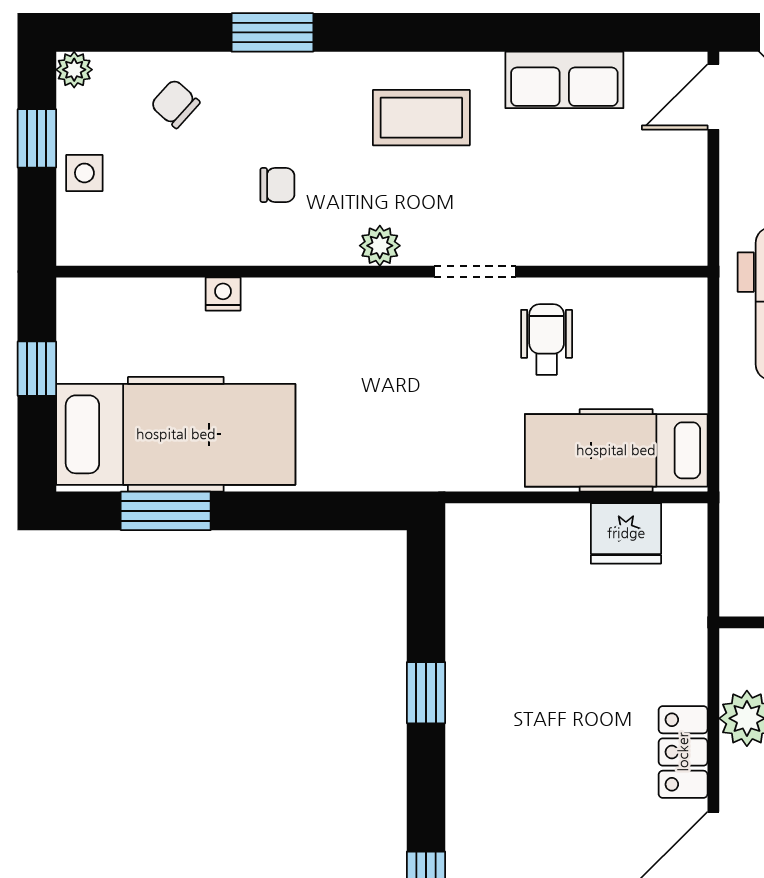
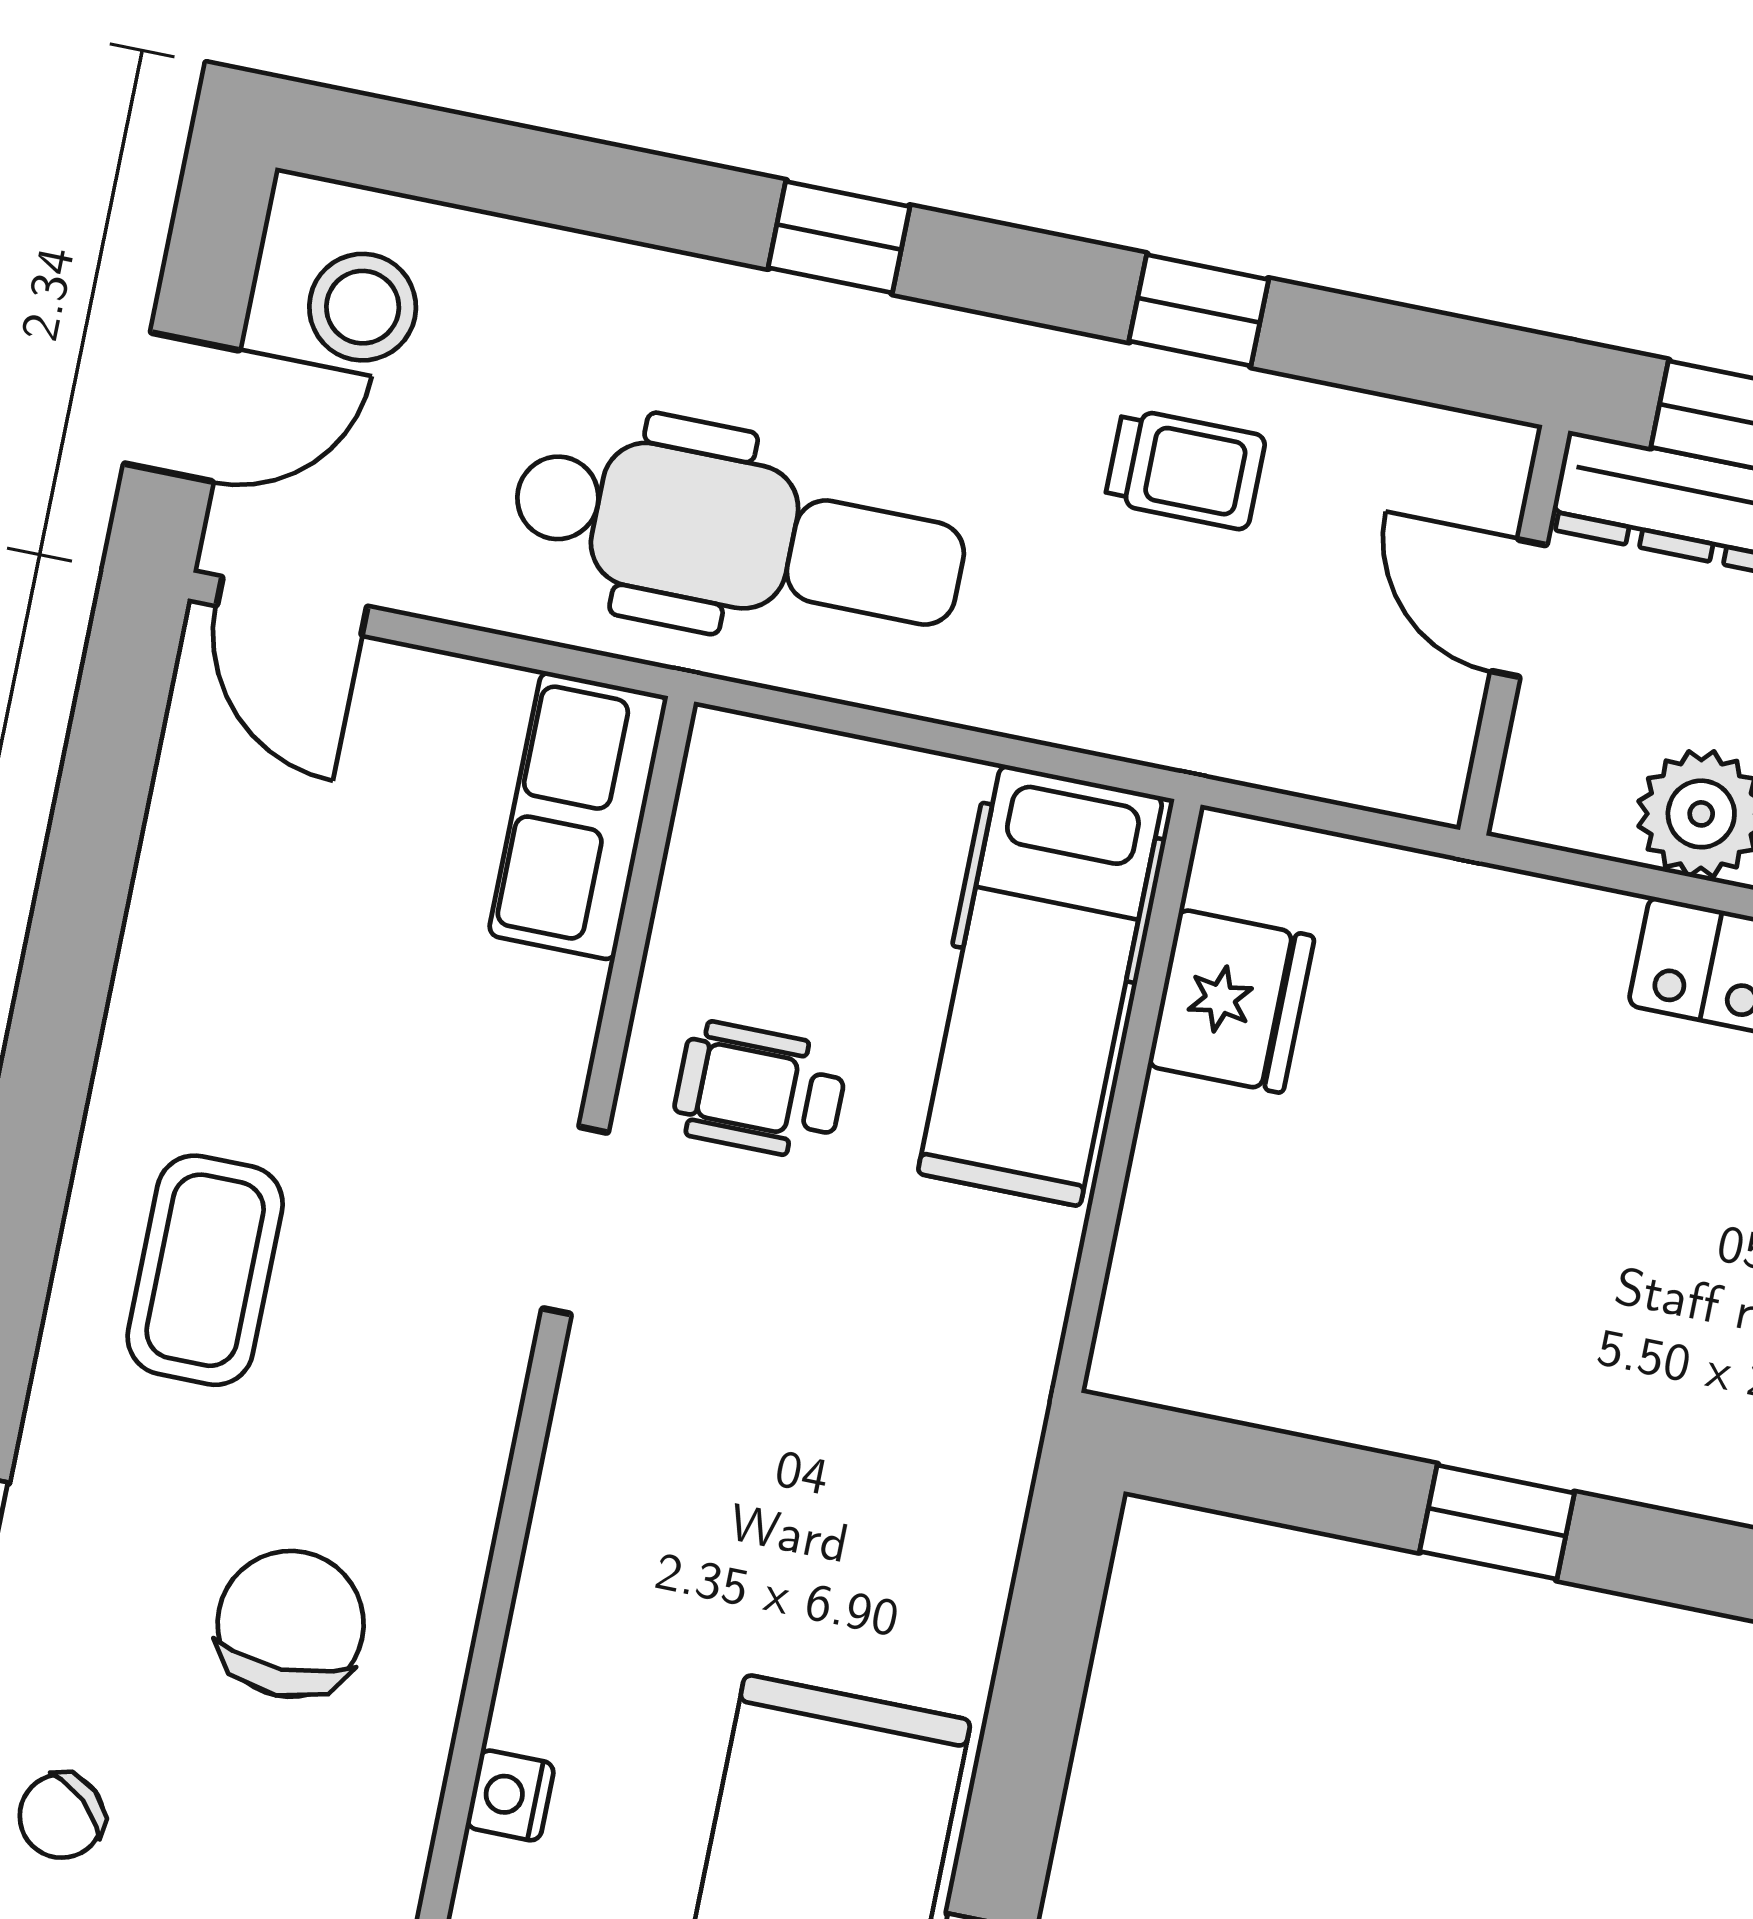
row of seats: (564, 80) -> (578, 816), moved, turned 180
chair: (277, 185) -> (291, 1624), width x1.87, depth x1.87
plant: (380, 246) -> (473, 1422), removed

